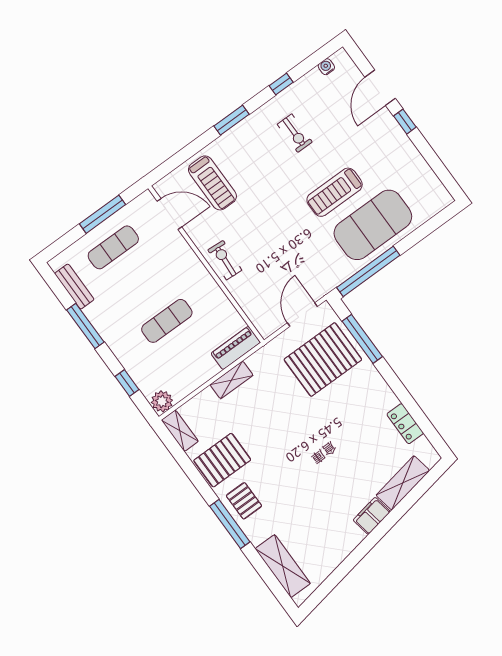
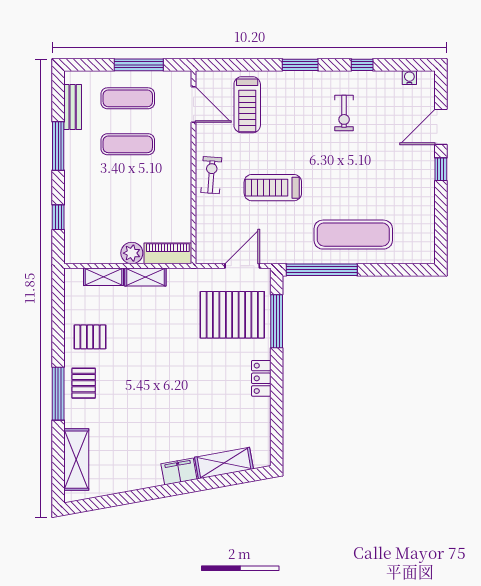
treadmill: (335, 192) -> (273, 188), moved
exercise mat: (373, 225) -> (353, 235), width x0.68
exercise mat: (167, 321) -> (128, 144), moved
plant: (162, 401) -> (132, 253), moved
locker: (405, 424) -> (261, 378), moved
shelving: (180, 431) -> (104, 277), moved, turned 90
pallet: (222, 460) -> (90, 337), width x0.67, depth x0.71

